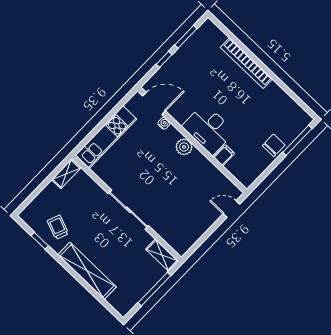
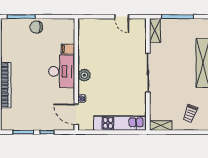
door: (231, 209) -> (122, 17), moved
trolley: (58, 227) -> (190, 113), moved

